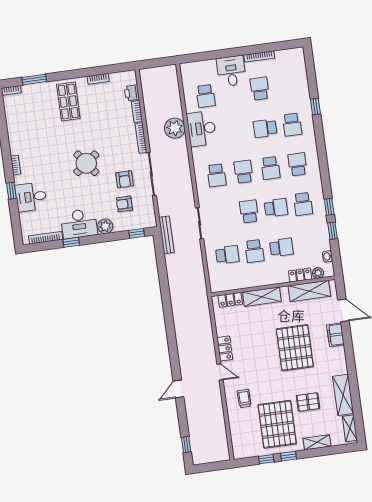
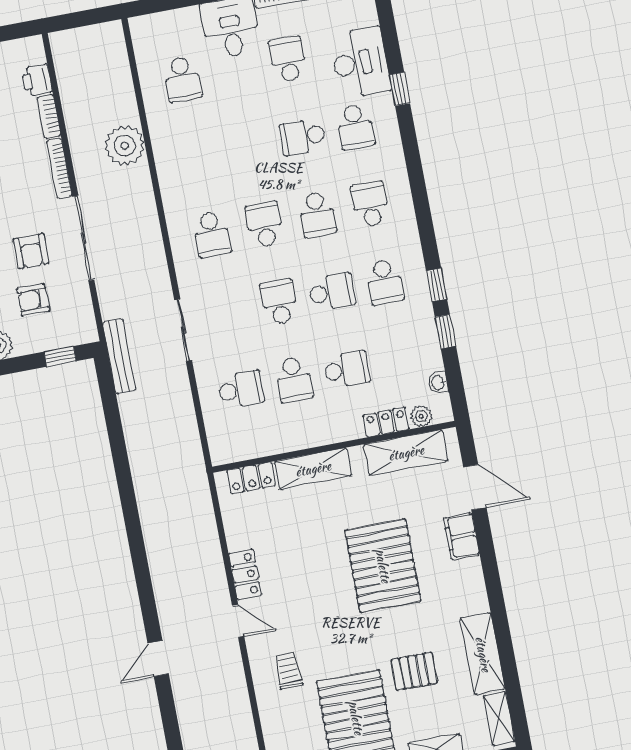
desk: (202, 129) -> (360, 63), moved, turned 180

